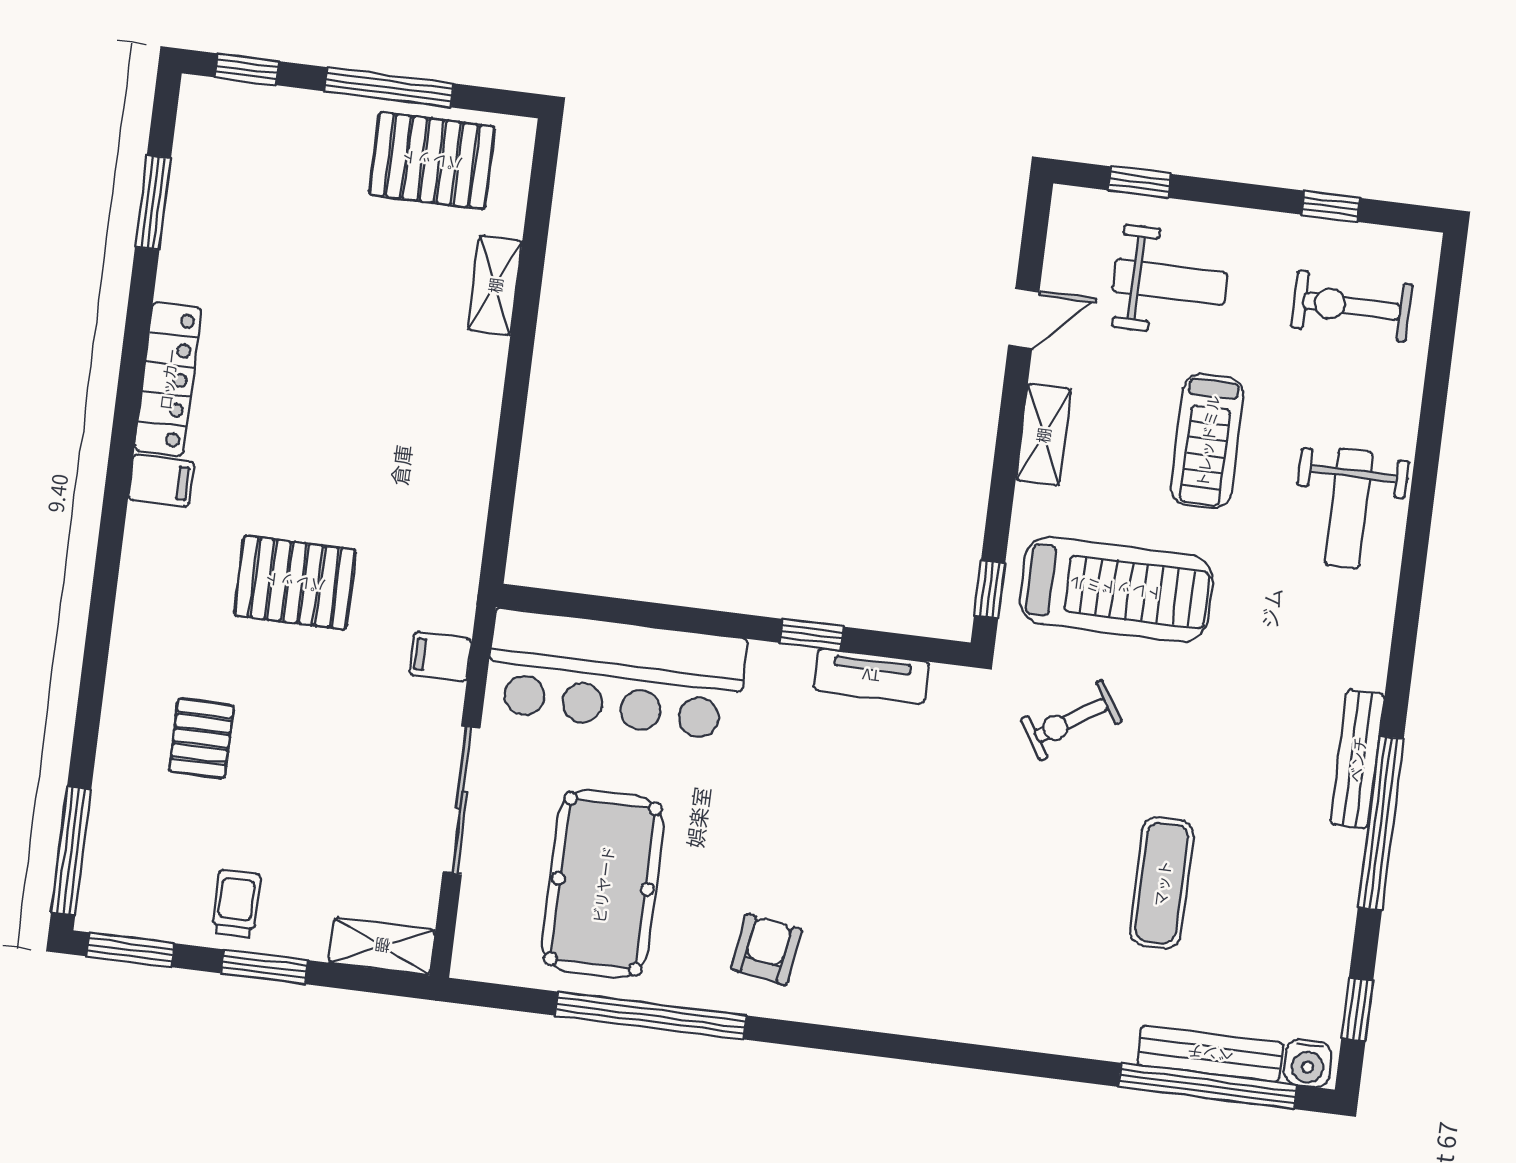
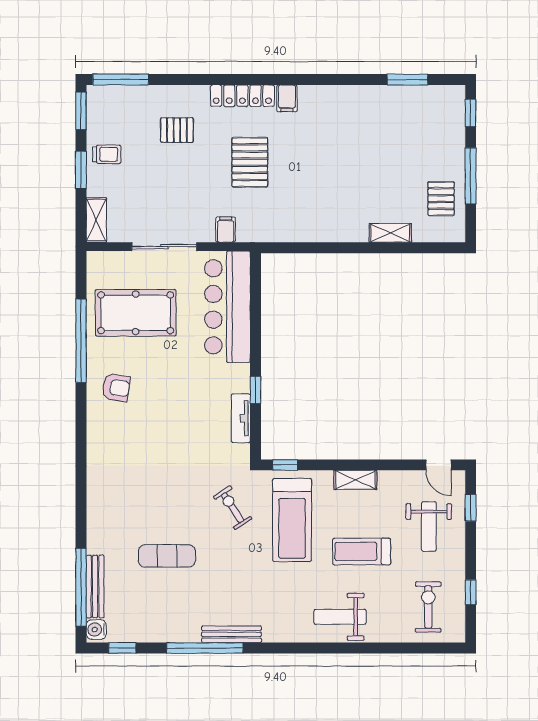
pallet: (432, 161) -> (441, 199), width x0.67, depth x0.71
door: (1024, 318) -> (438, 465), moved
locker: (168, 379) -> (242, 96), moved

